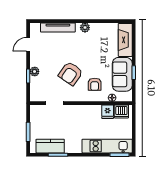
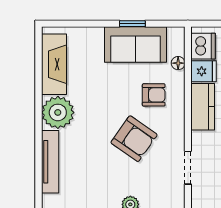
plant: (85, 28) -> (58, 112), width x1.87, depth x1.87
fireplace: (125, 40) -> (54, 64), moved, turned -90
kitchen counter: (88, 111) -> (203, 107), added

